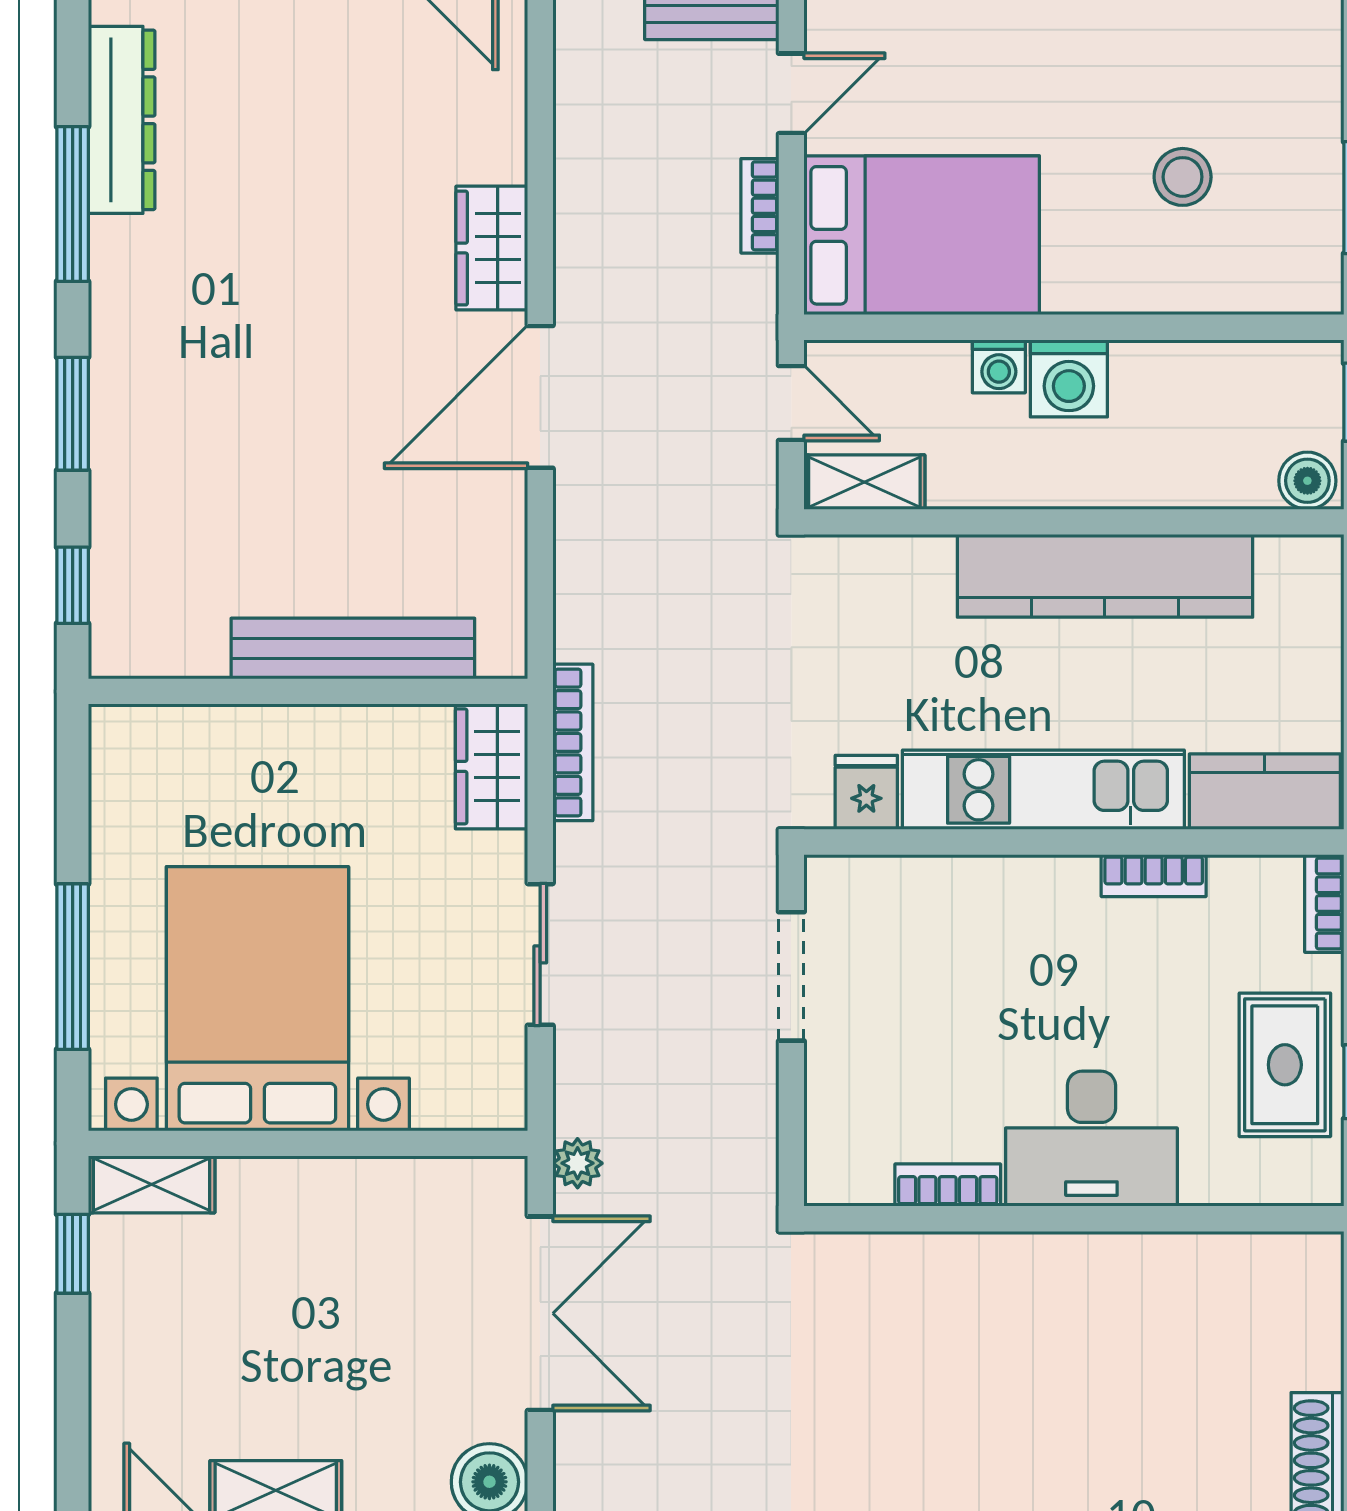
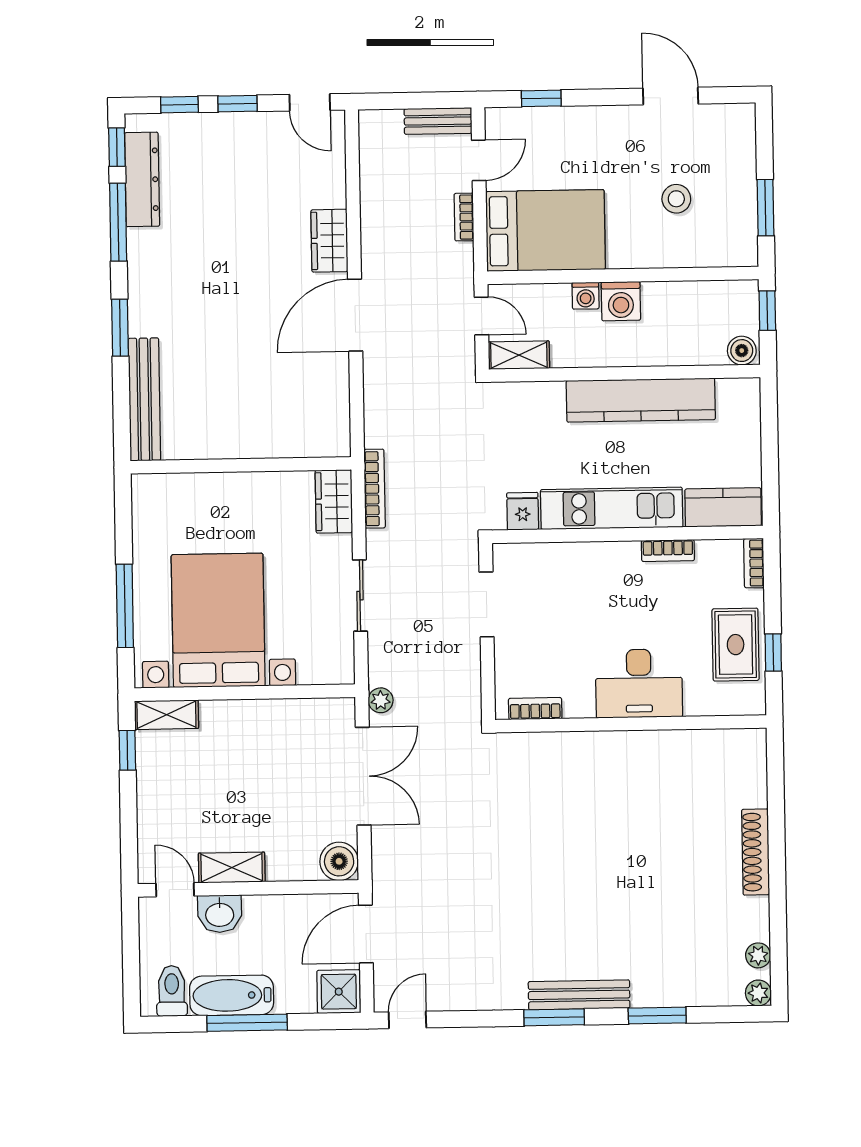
window: (73, 585) -> (117, 147), moved
bench: (353, 649) -> (144, 399), moved, turned 90
bookcase: (948, 1185) -> (535, 709), moved

